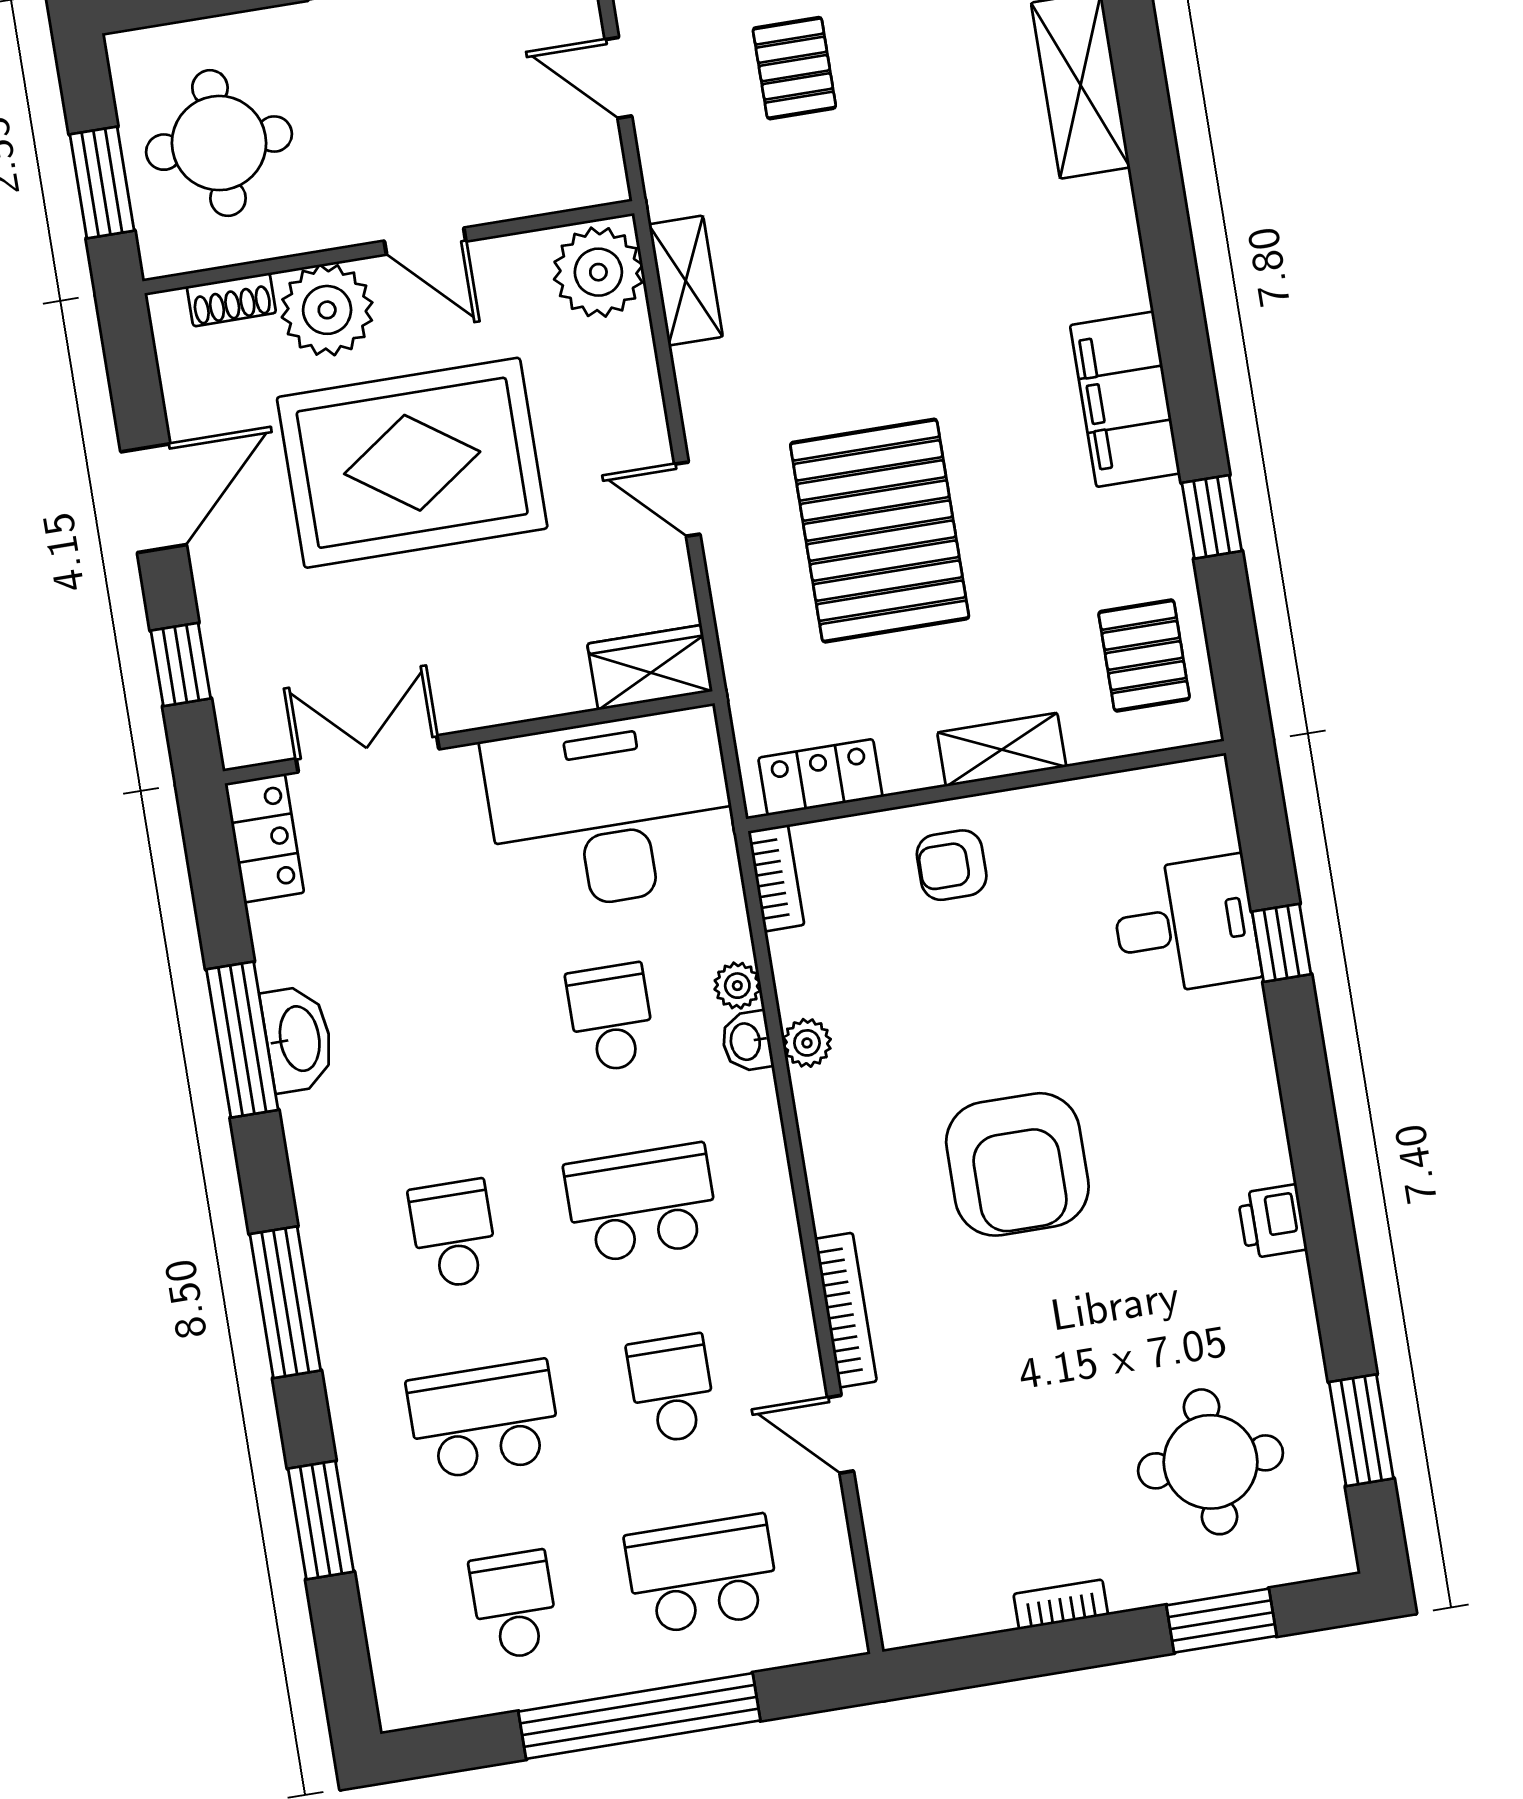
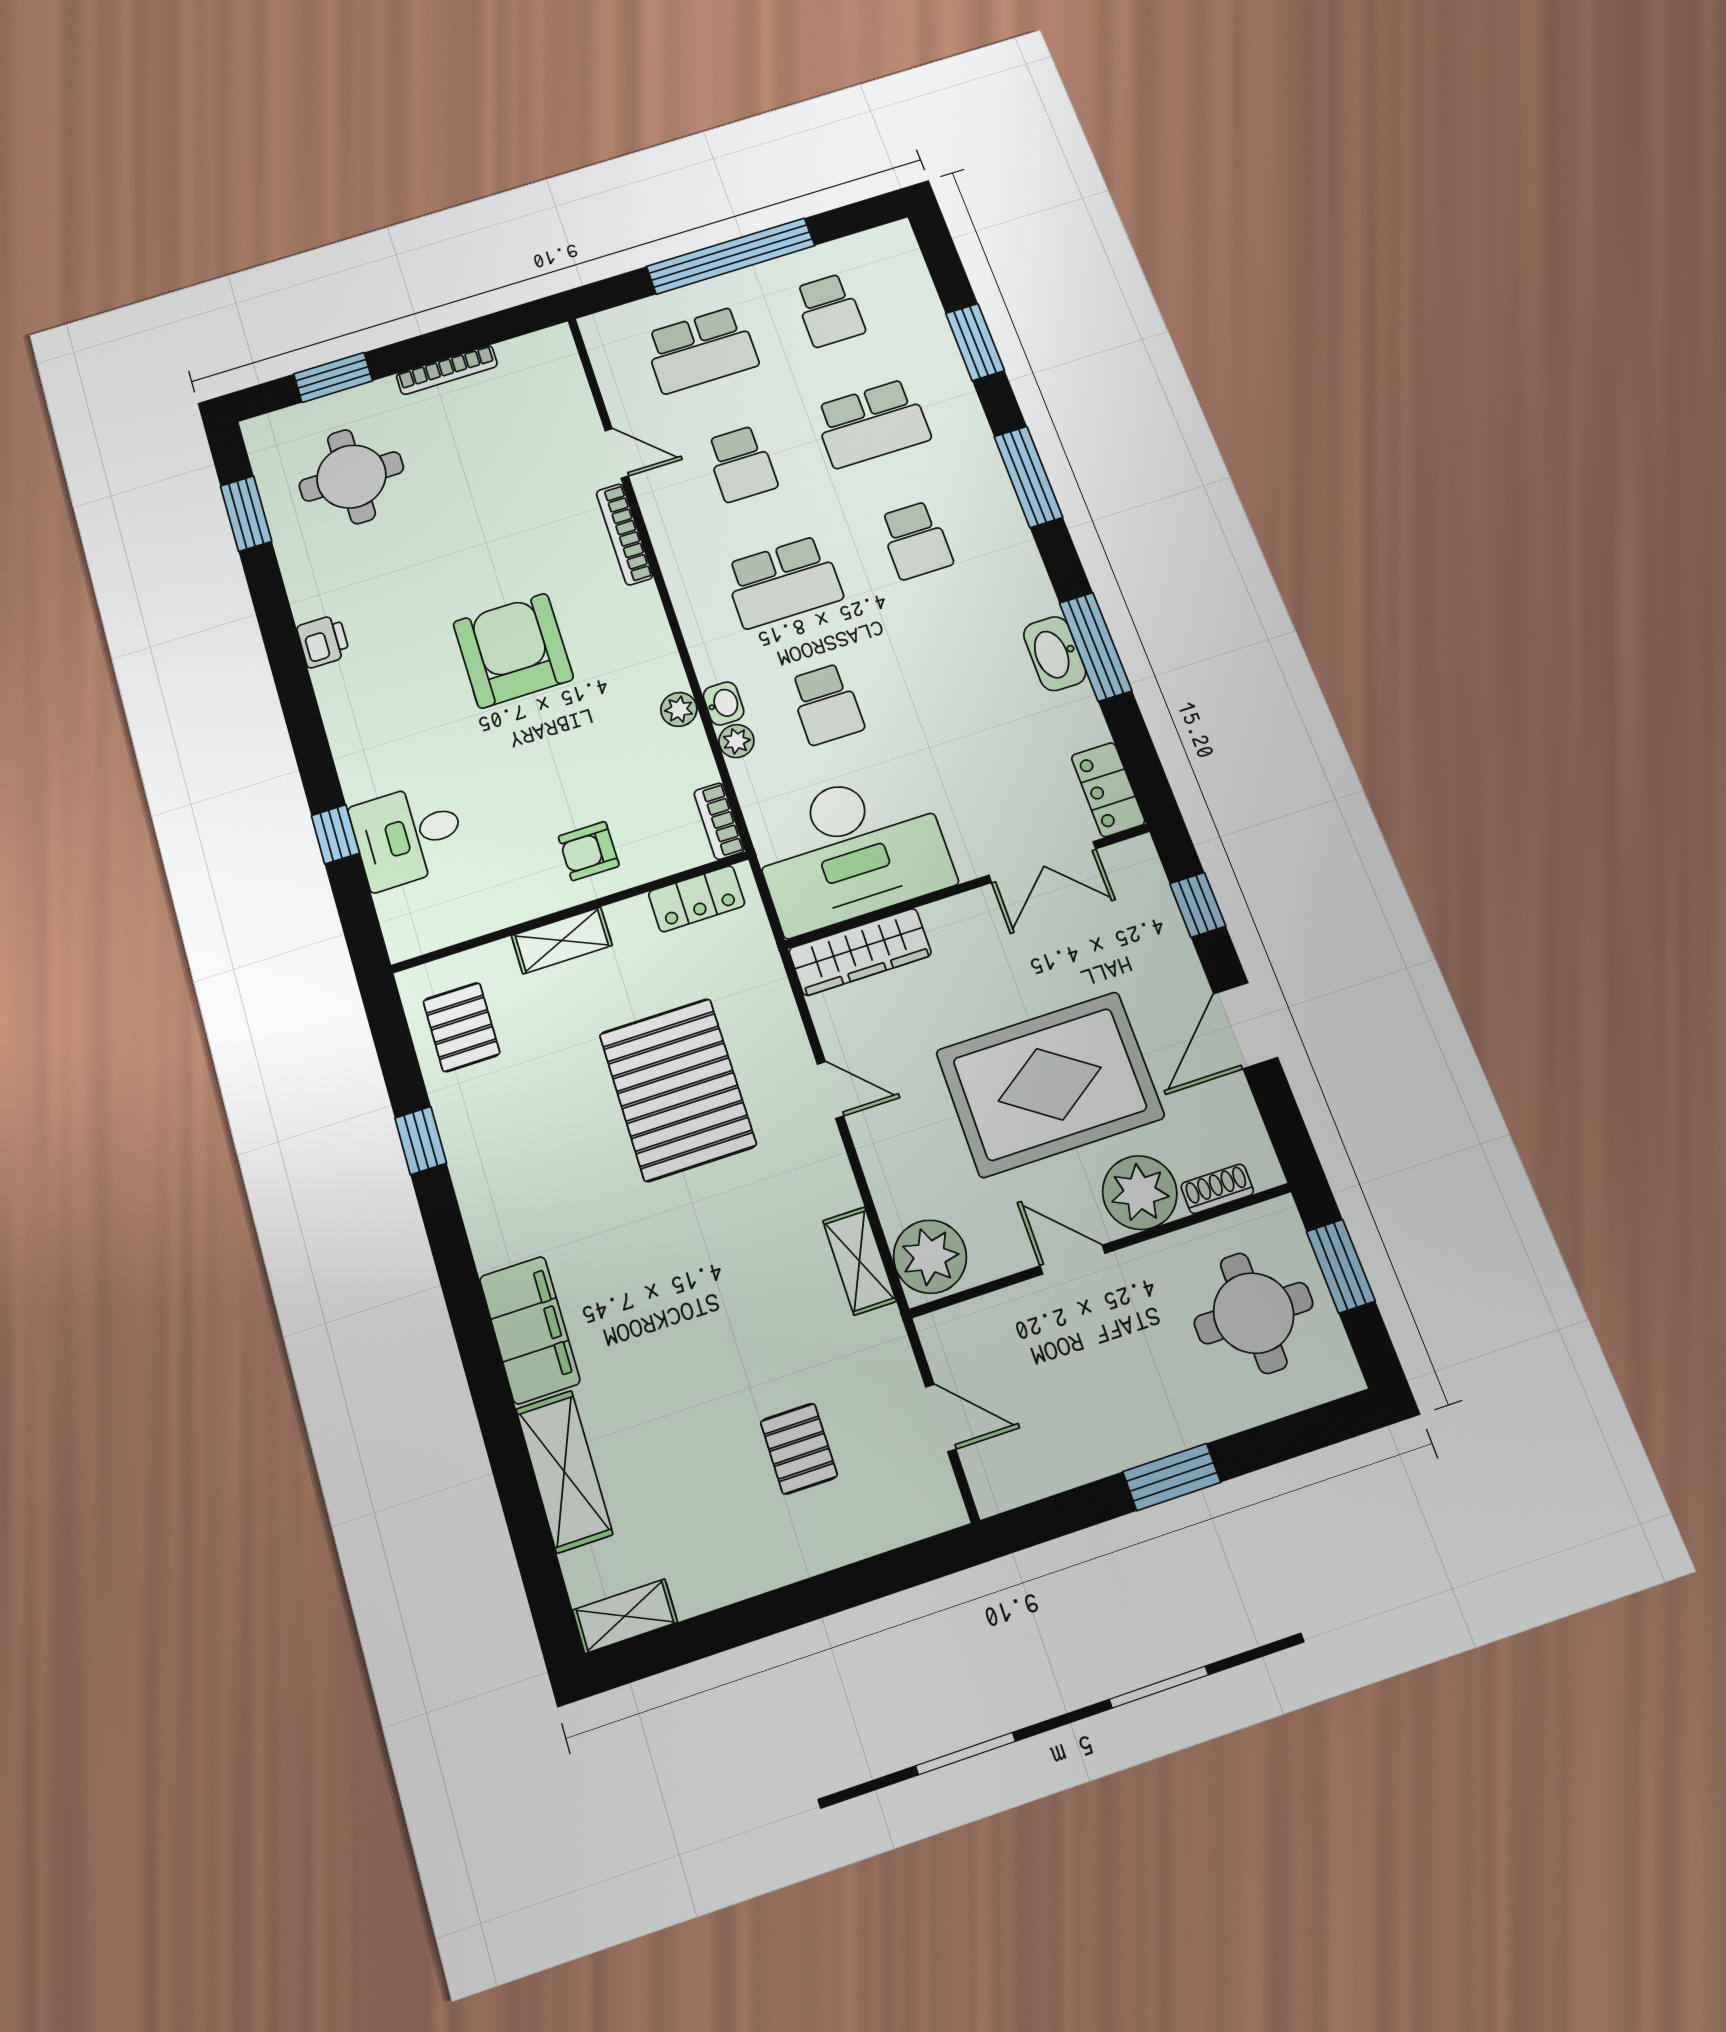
filing cabinet: (1125, 399) -> (530, 1330), moved
wardrobe: (650, 667) -> (860, 952), width x1.50
armchair: (952, 865) -> (589, 851), turned 180
bookcase: (1061, 1604) -> (447, 370), width x1.56

